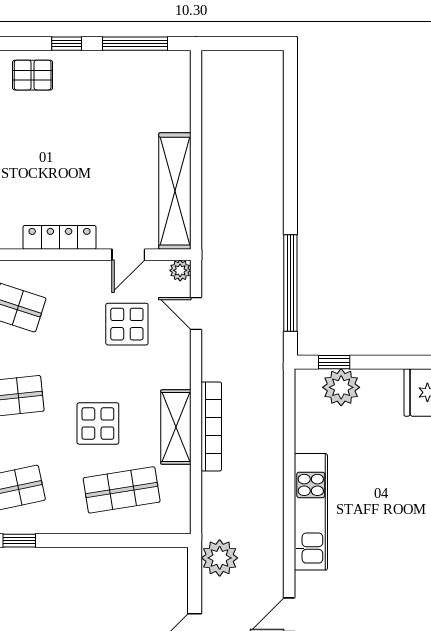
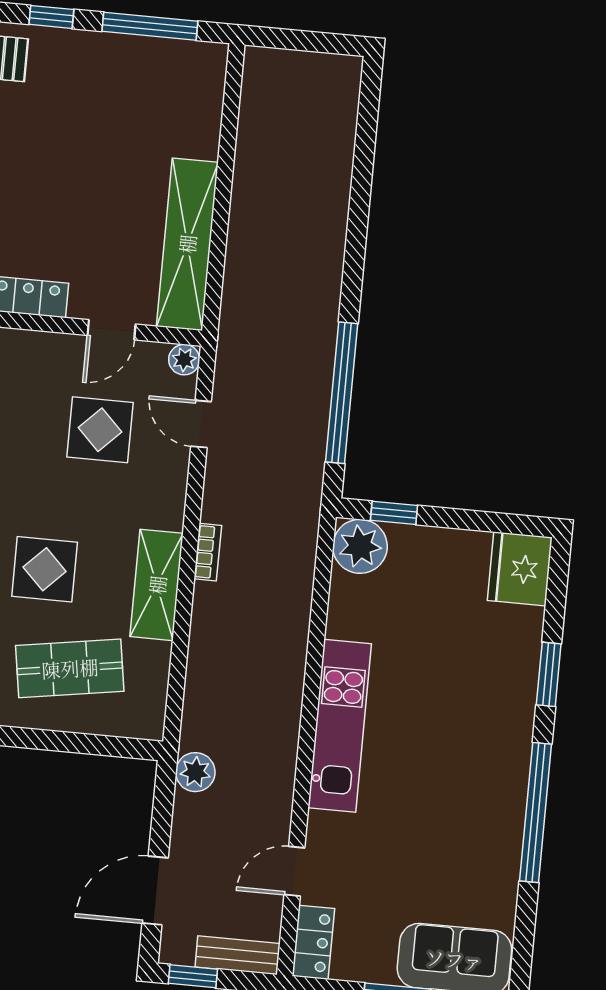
plant: (341, 387) -> (360, 546), moved
bookcase: (211, 426) -> (208, 552), width x0.43, depth x0.76
plant: (220, 558) -> (195, 772), width x0.73, depth x0.73

